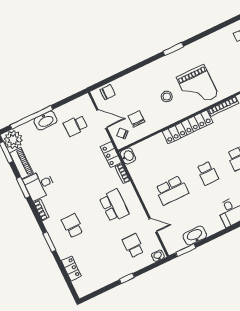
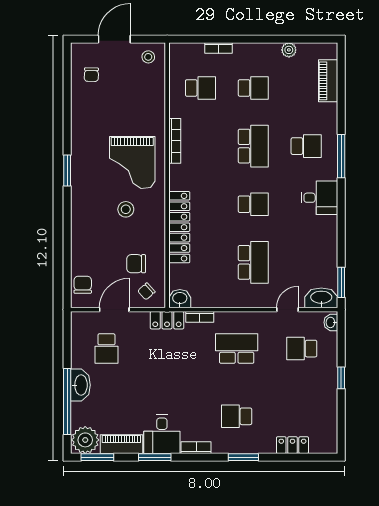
grand piano: (197, 87) -> (132, 162), turned 90
locker: (187, 127) -> (179, 227), moved
washbasin: (195, 236) -> (321, 298), moved, turned 90

